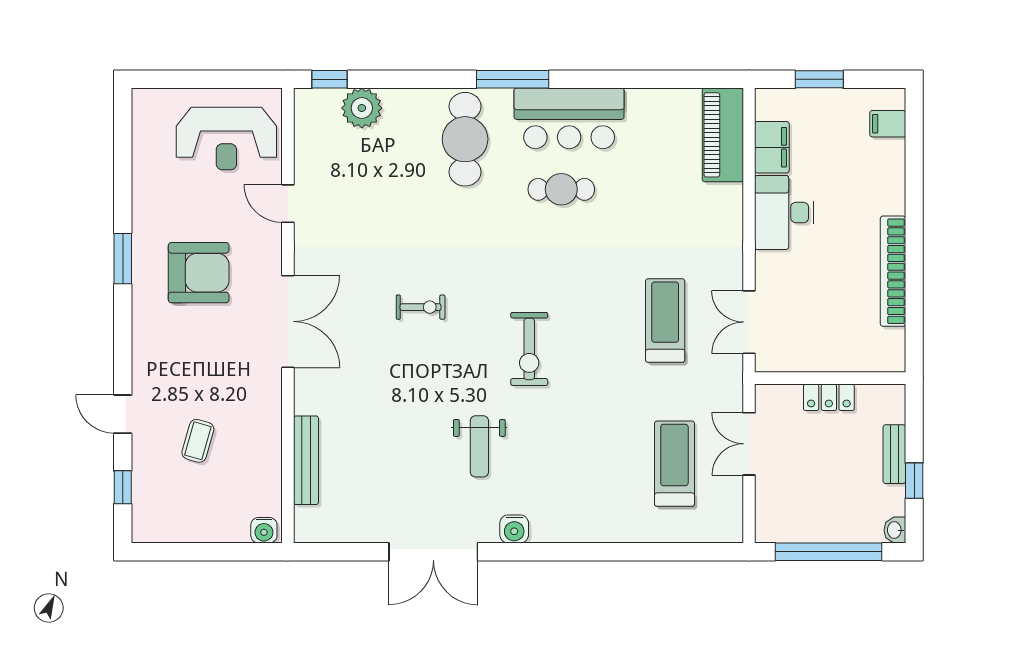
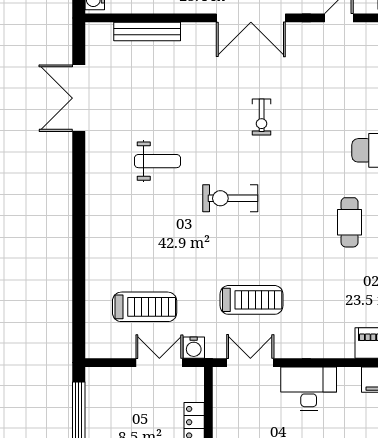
desk: (784, 212) -> (309, 389), moved
weight bench: (479, 446) -> (157, 161), turned 180
water cooler: (514, 529) -> (194, 348), moved, turned -90
double door: (433, 552) -> (79, 98), moved

